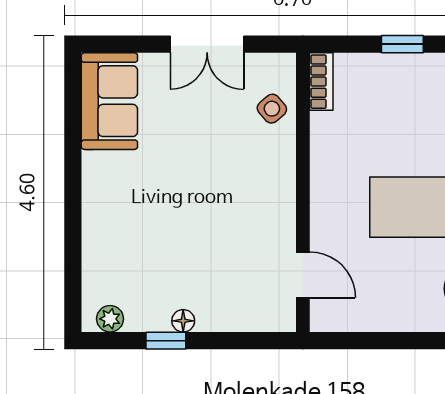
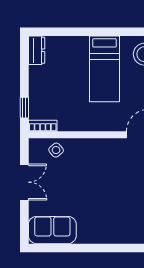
window: (402, 44) -> (24, 108), moved

